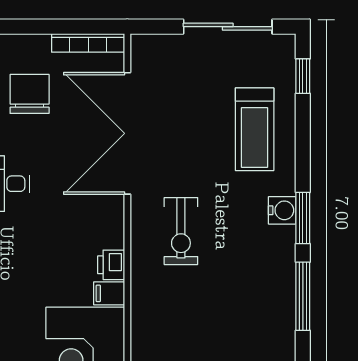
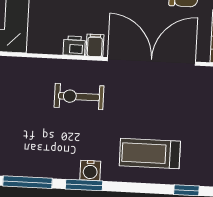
printer: (111, 265) -> (74, 46), moved
filing cabinet: (109, 293) -> (95, 45), moved

